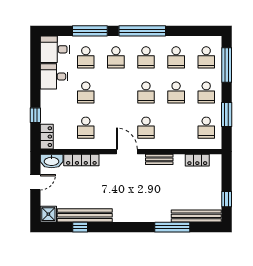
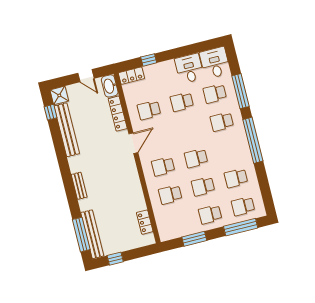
school desk: (146, 57) -> (229, 150), removed
school desk: (206, 128) -> (170, 195), moved
door: (127, 152) -> (133, 143), moved
bench: (159, 159) -> (79, 186), moved
window: (80, 227) -> (51, 112), moved
window: (172, 227) -> (81, 235), moved

